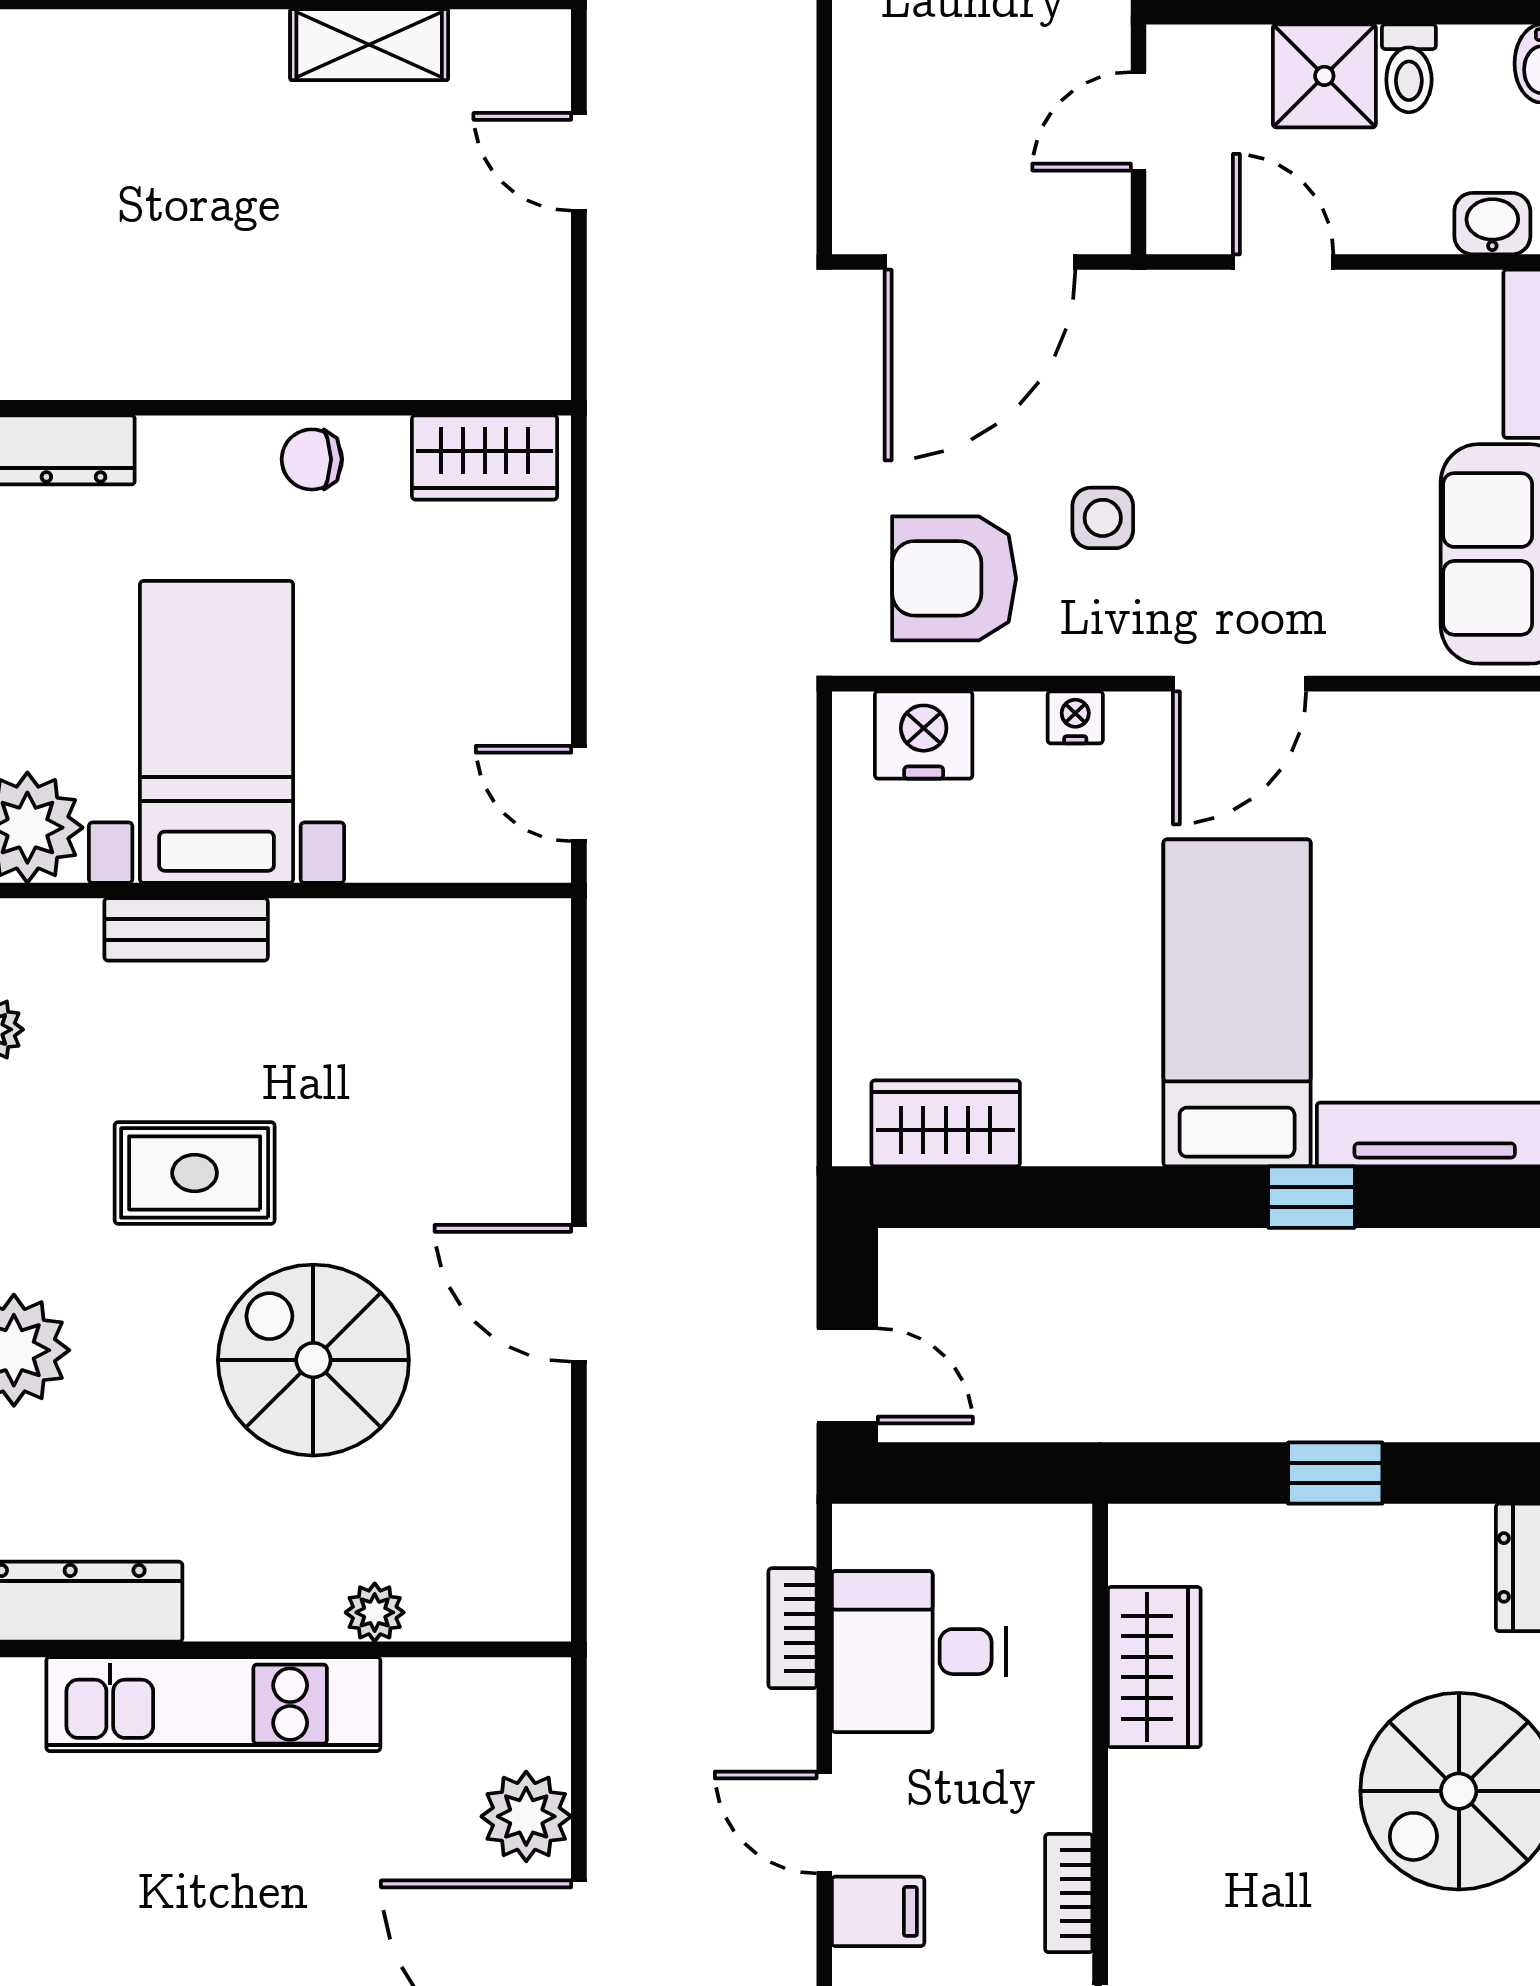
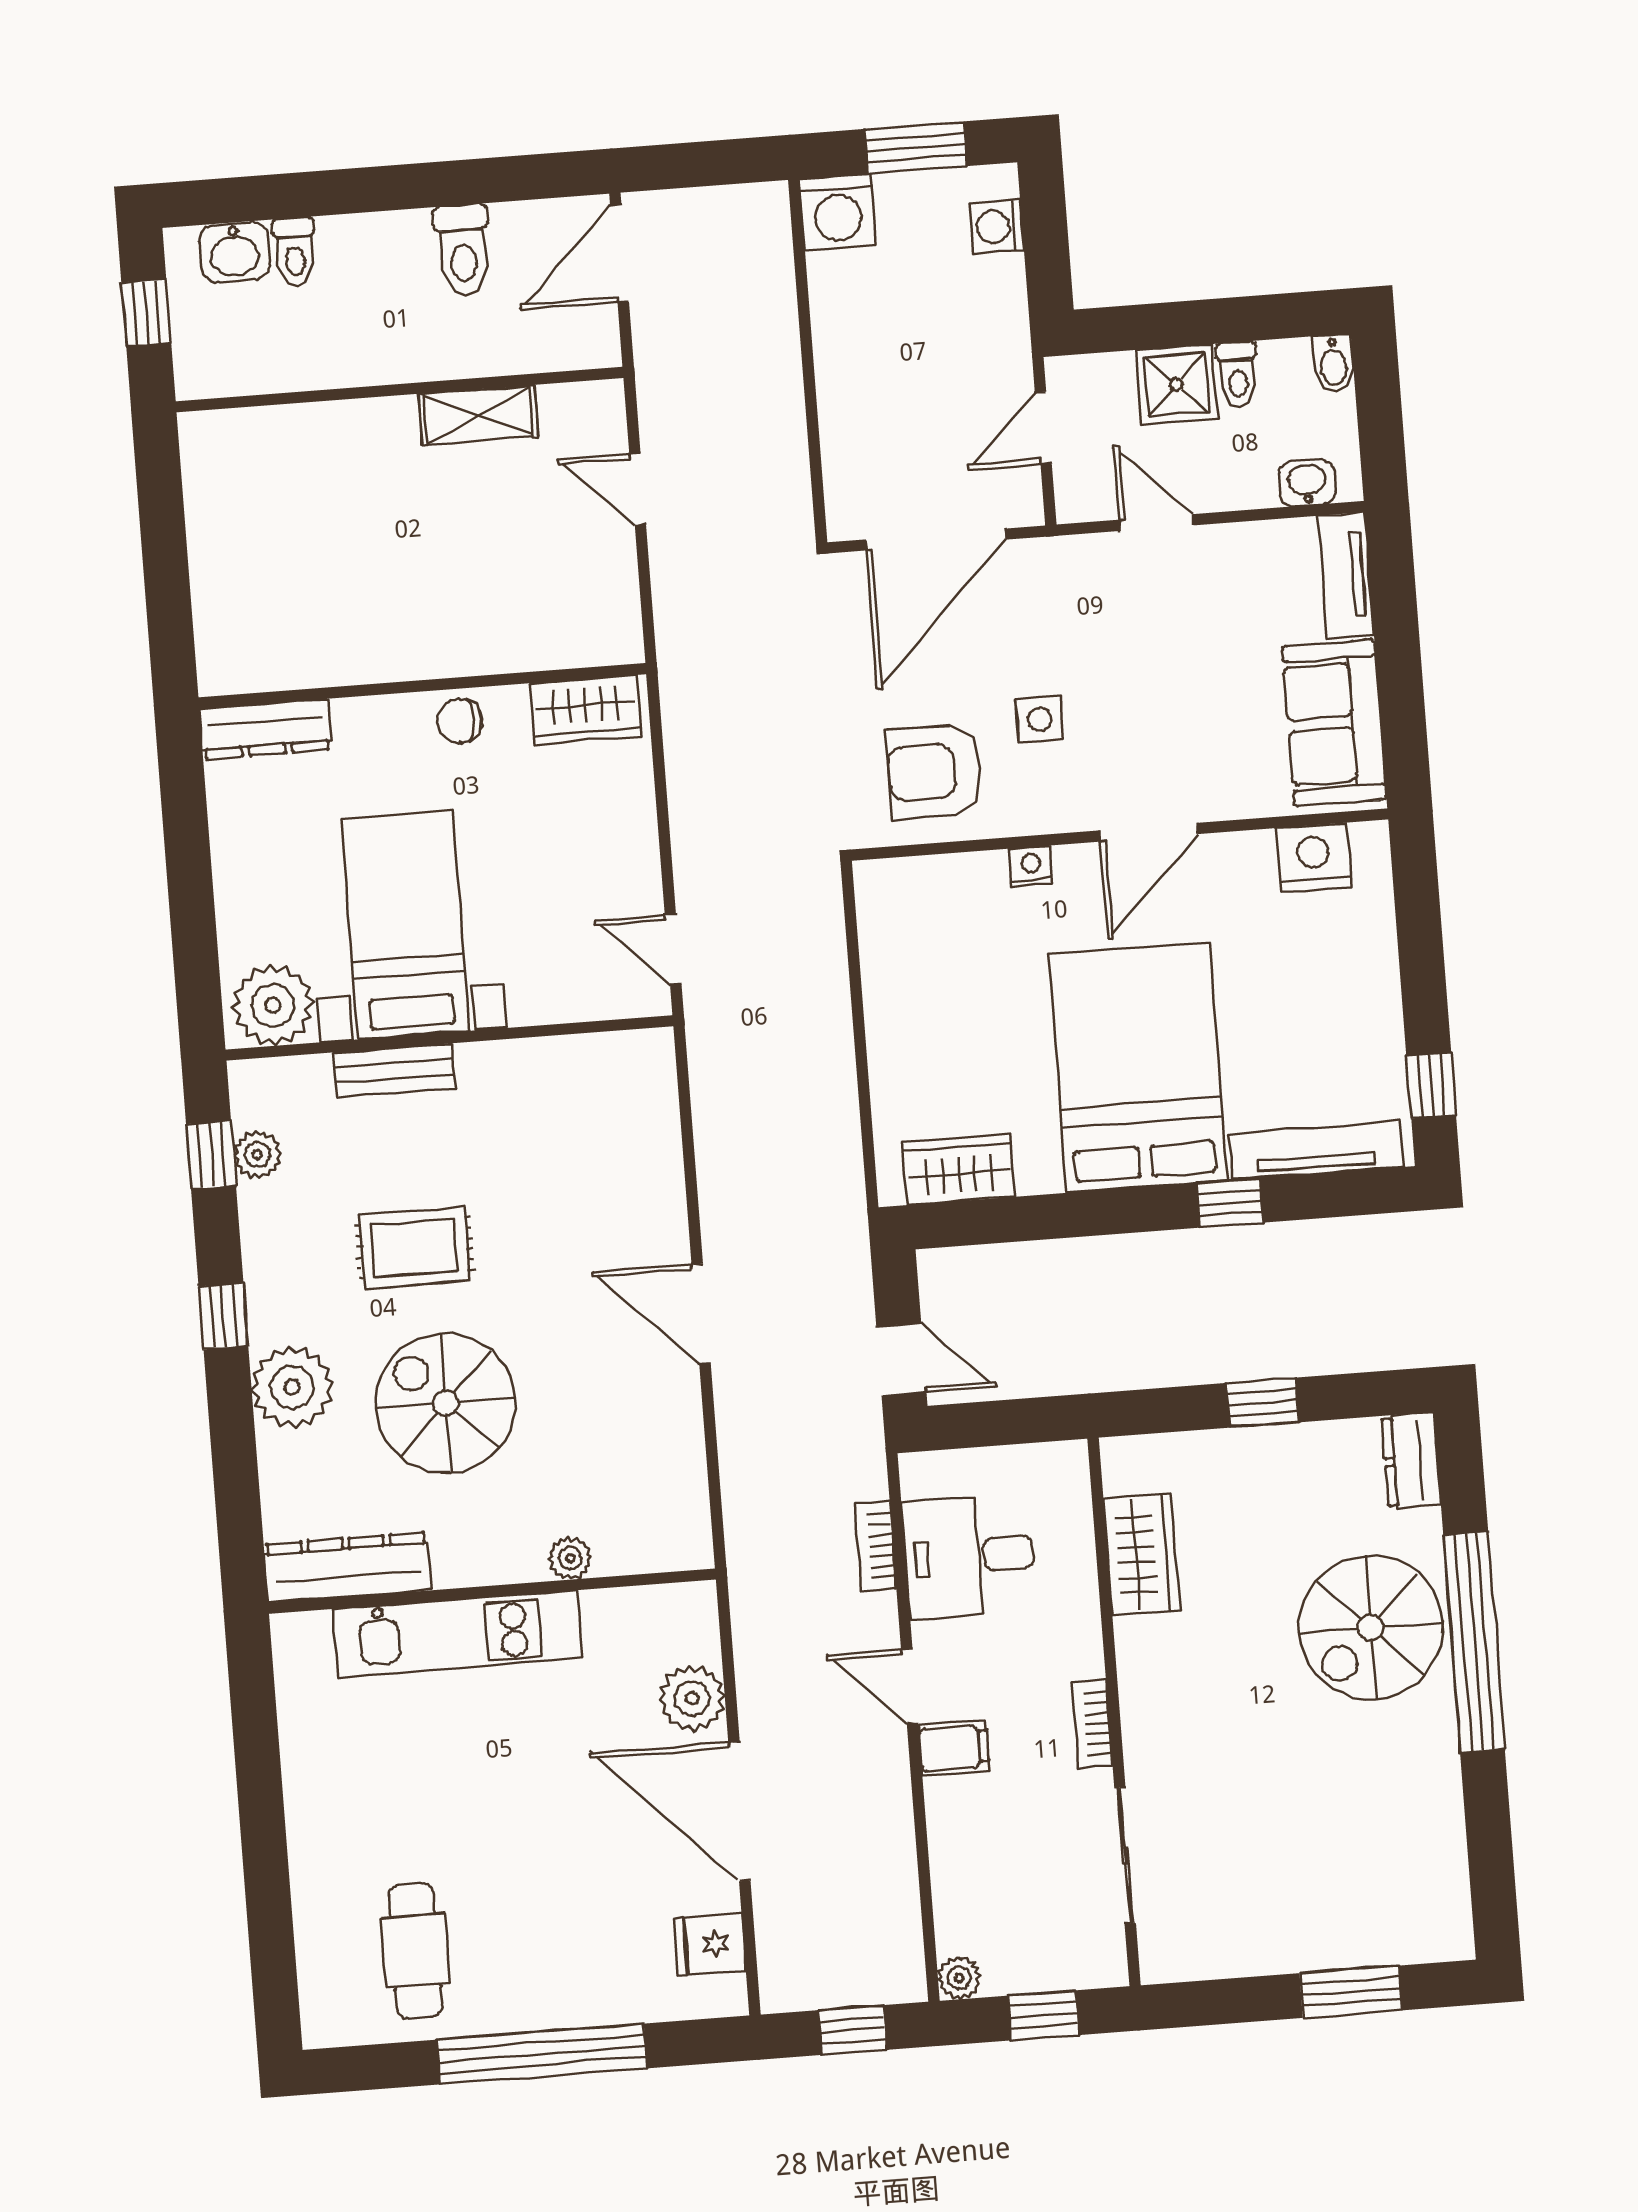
nightstand: (924, 735) -> (1314, 857), moved
bed: (1237, 1003) -> (1138, 1067), width x1.50
spiral stairs: (313, 1360) -> (446, 1403), moved

